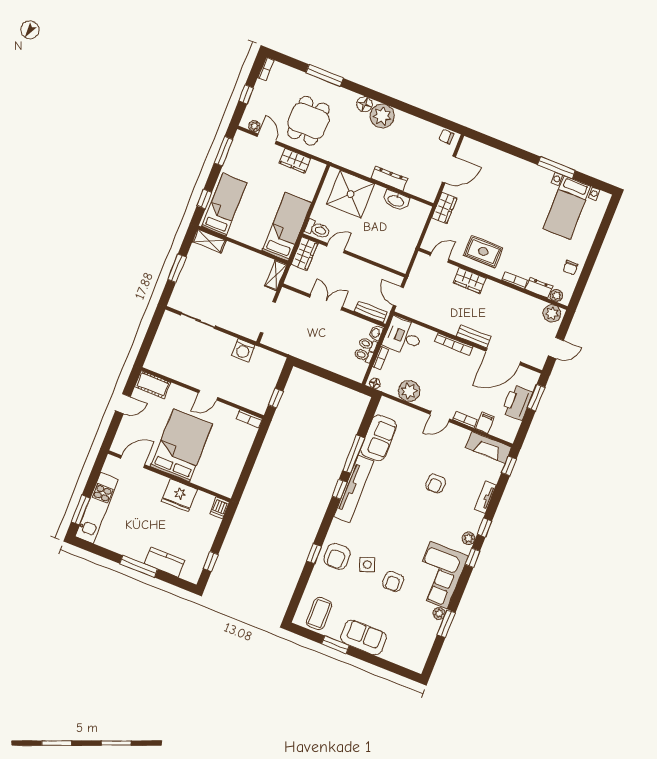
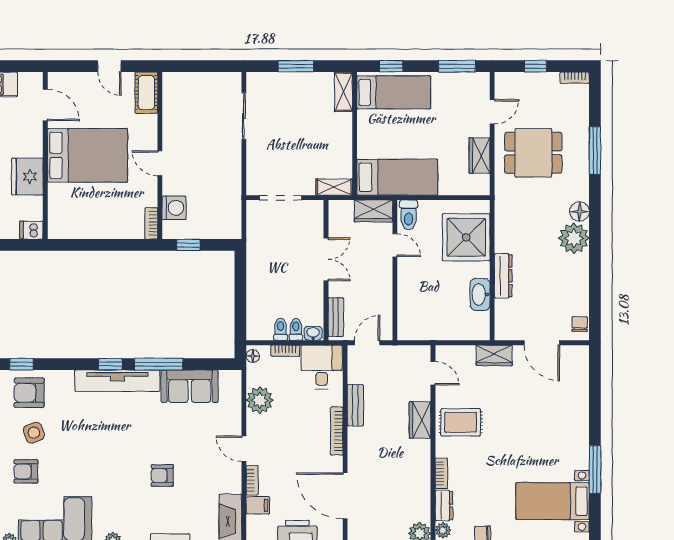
plant: (254, 126) -> (502, 91), removed
rug: (483, 252) -> (461, 422), turned 90
bench: (473, 336) -> (355, 405), moved
washing machine: (243, 350) -> (174, 208), moved, turned 180

